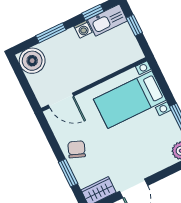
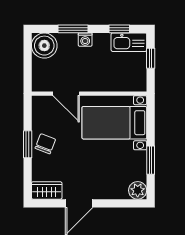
washing machine: (83, 29) -> (85, 40), moved
door: (61, 101) -> (66, 94), moved
window: (68, 173) -> (28, 144), moved

